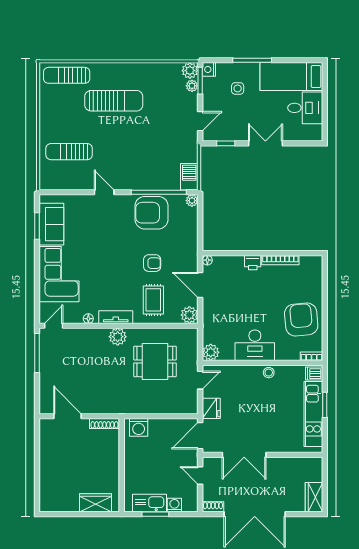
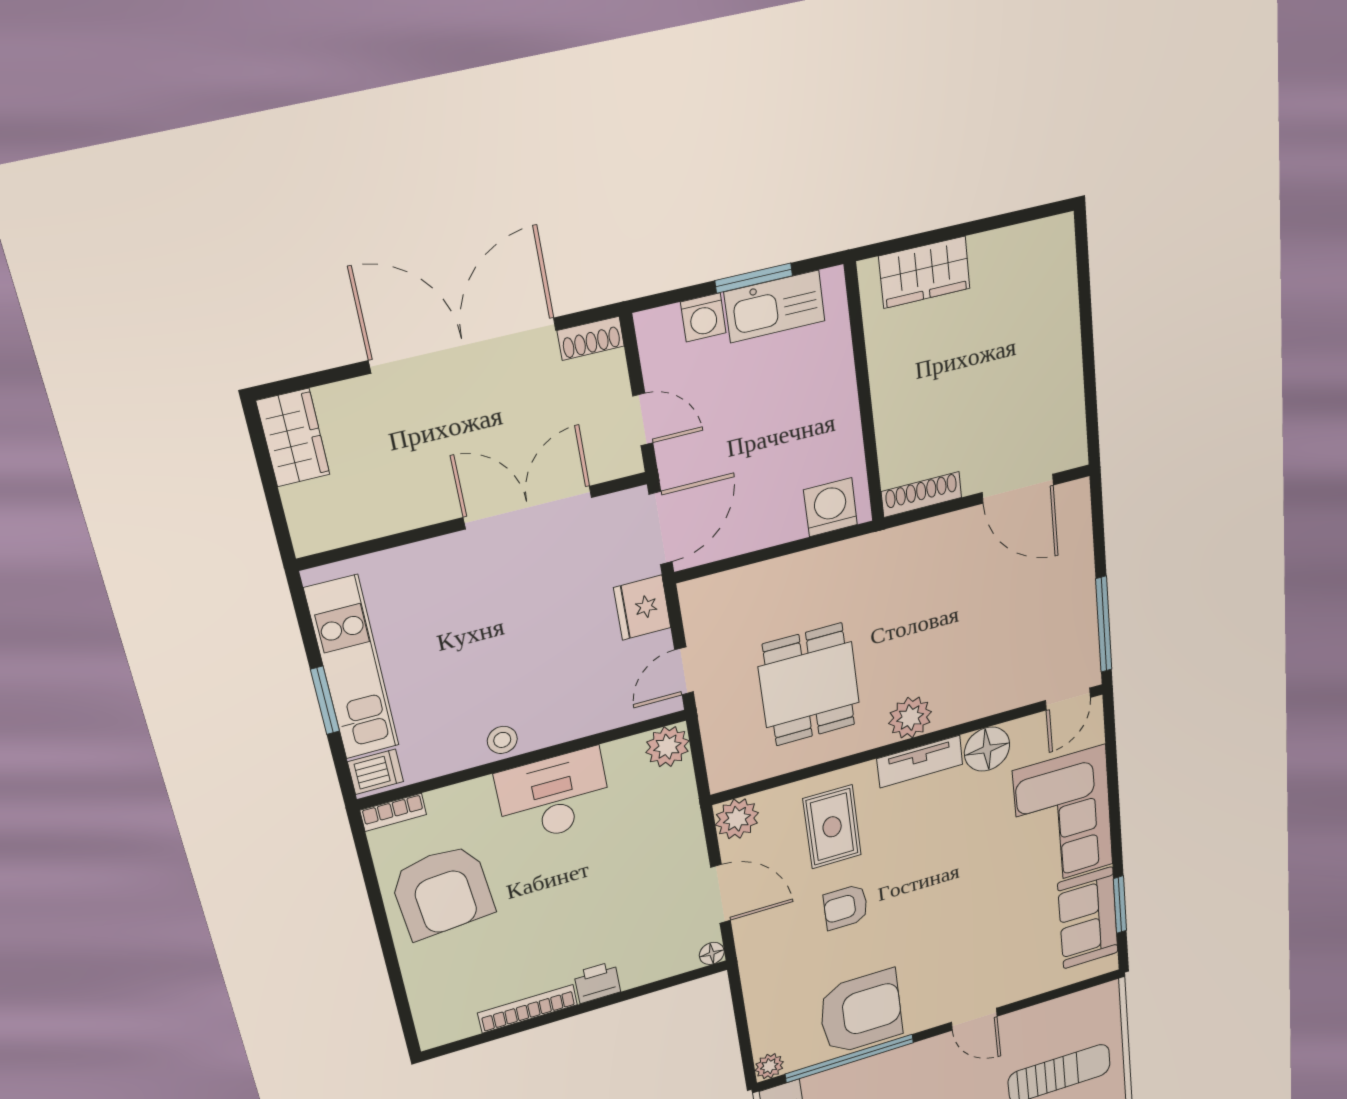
floor lamp: (88, 319) -> (987, 749), width x1.89, depth x1.89
dining table: (155, 361) -> (809, 685), turned 90

